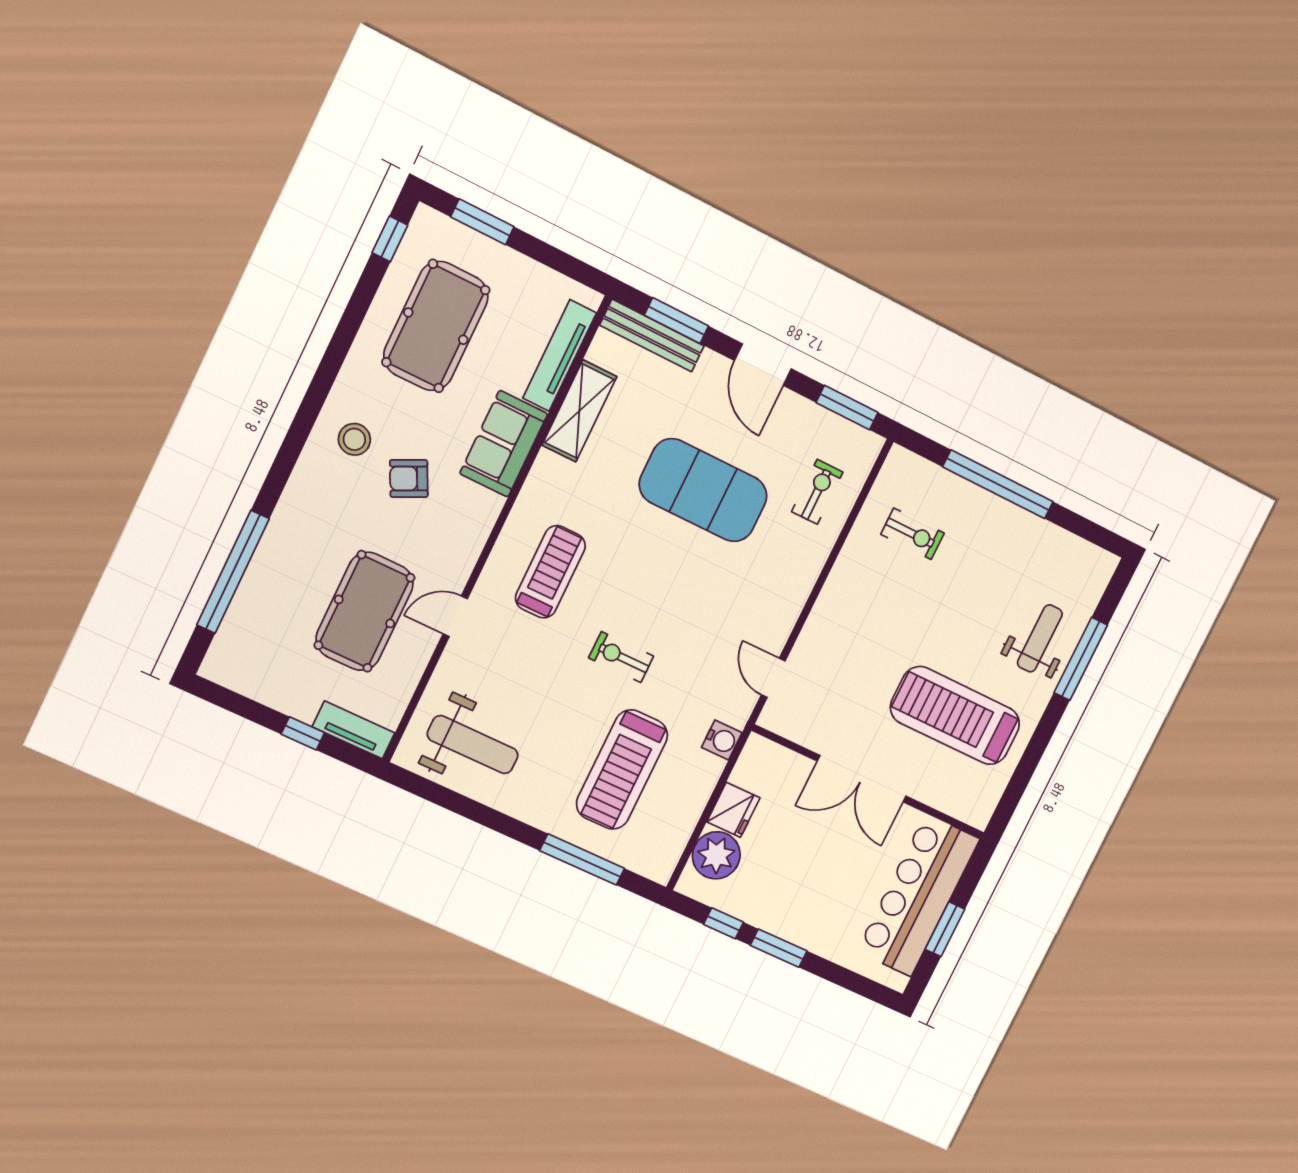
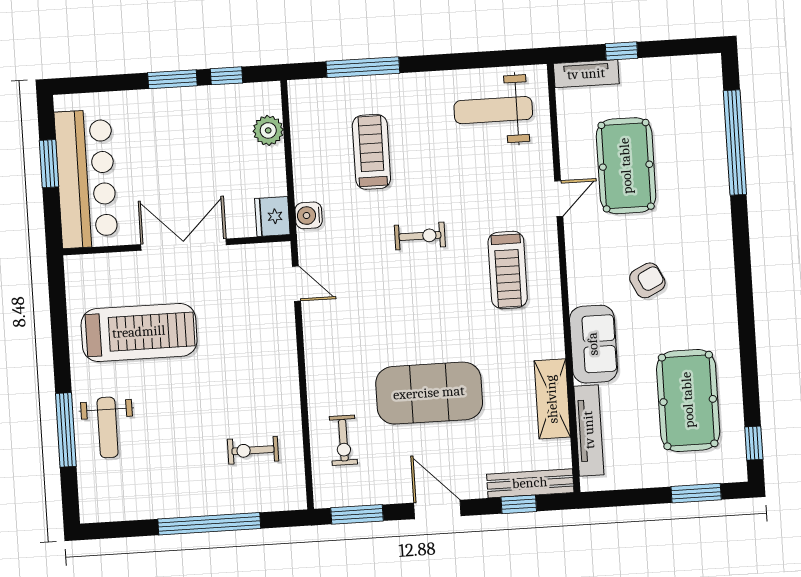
window: (676, 321) -> (519, 504), width x0.67
stool: (354, 439) -> (701, 287), removed
treadmill: (622, 770) -> (371, 152), width x0.73, depth x0.73
fridge: (733, 810) -> (272, 216), moved
plant: (716, 855) -> (268, 130), width x0.73, depth x0.73

